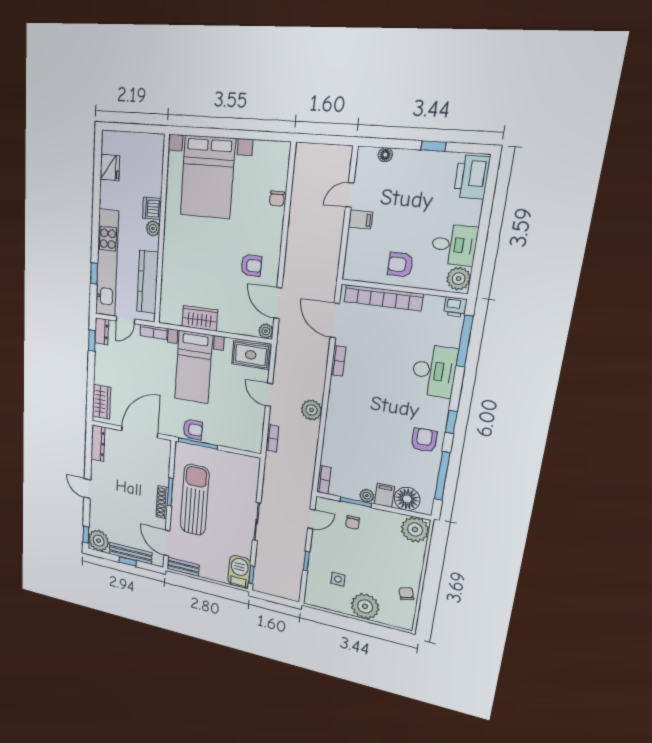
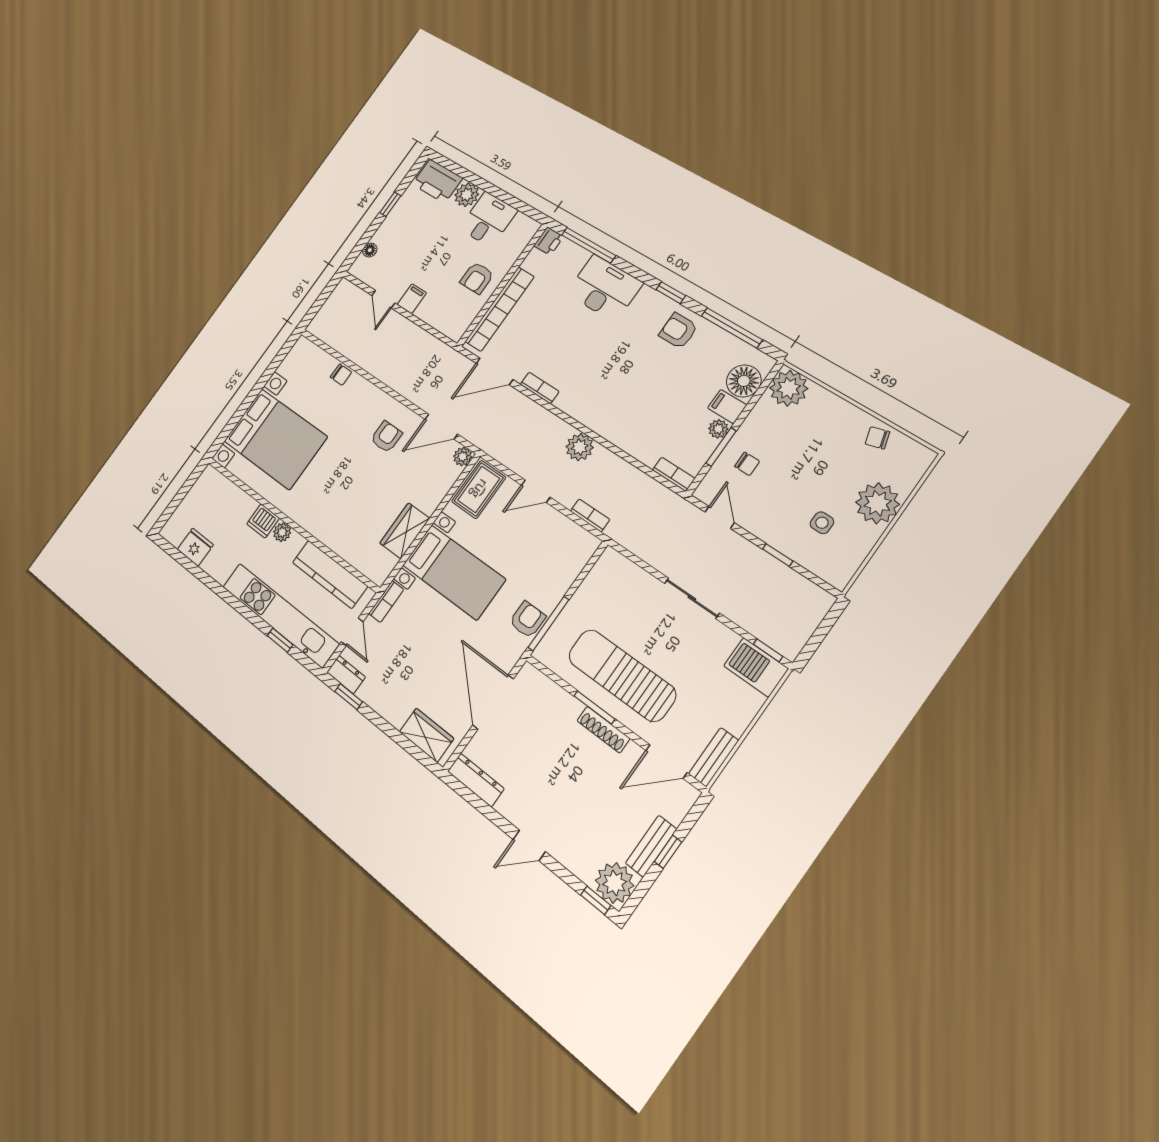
plant: (459, 279) -> (467, 195), moved
bench: (130, 553) -> (651, 846), width x0.73

